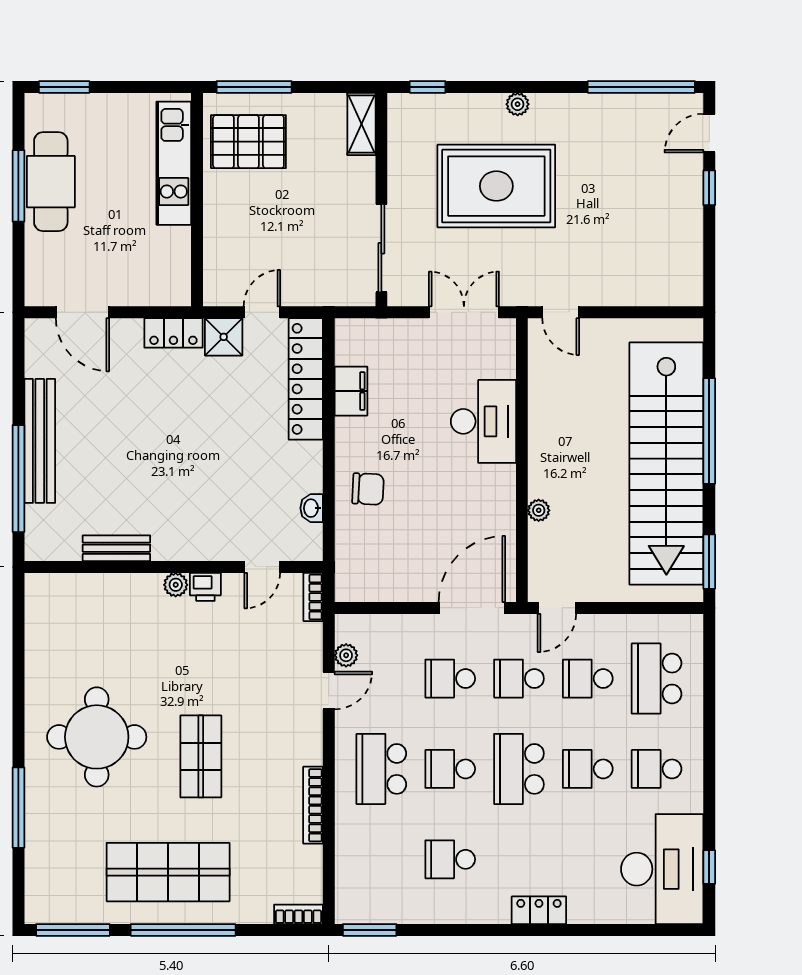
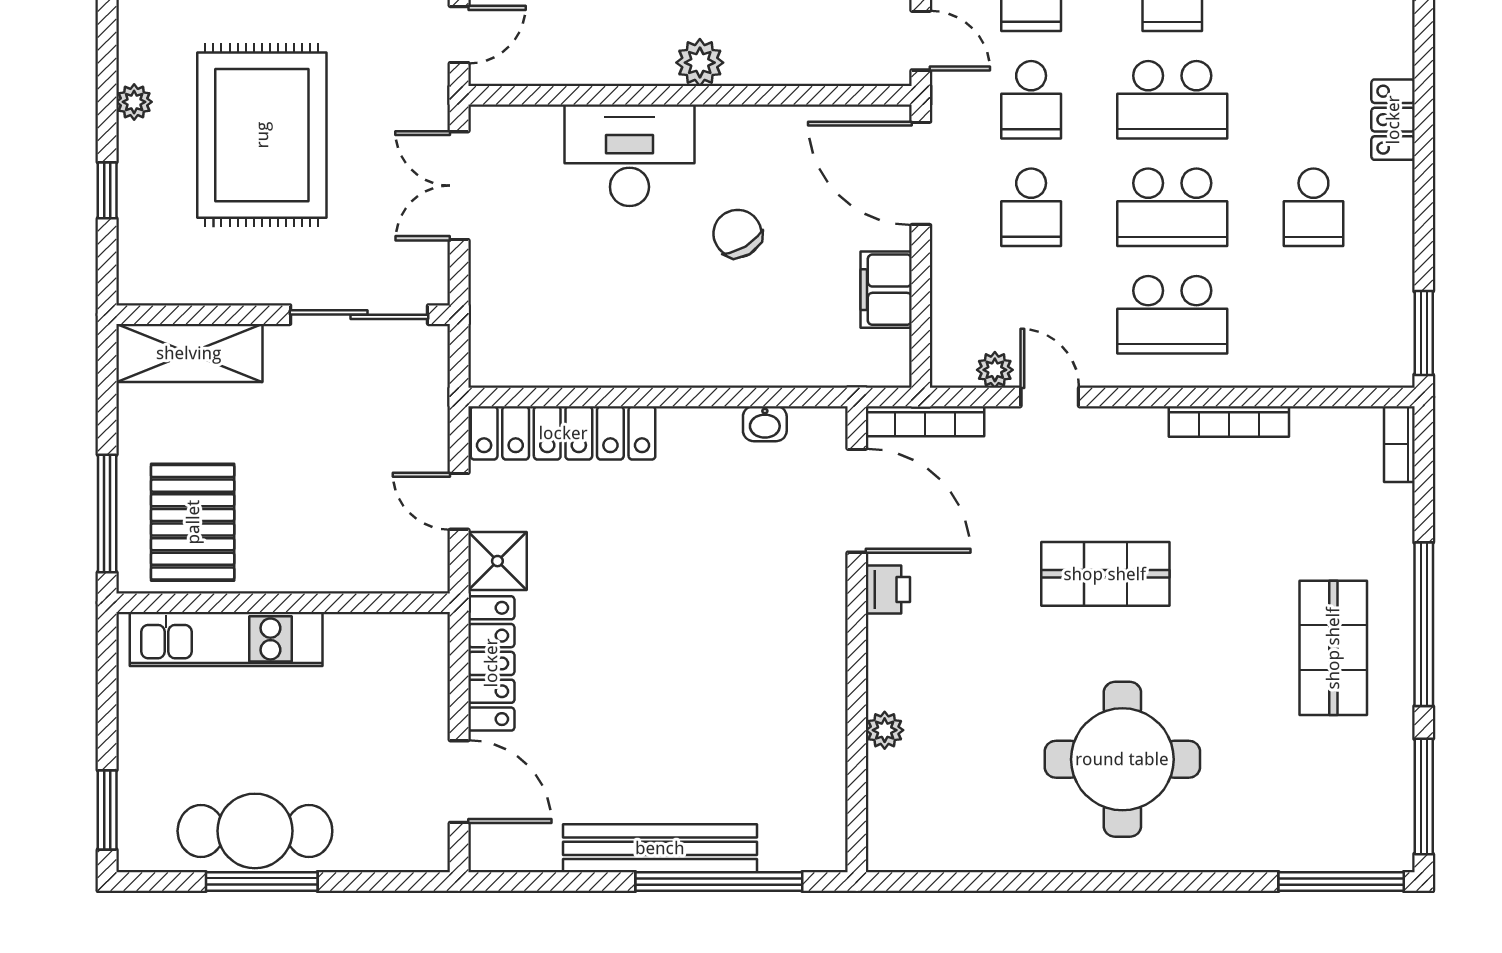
window: (428, 87) -> (107, 190), moved
shelving: (361, 124) -> (189, 353), width x1.50, depth x1.33
door: (82, 312) -> (459, 782), hinge flipped
locker: (173, 333) -> (491, 663), width x1.53
filing cabinet: (351, 391) -> (886, 290), moved, turned -90
chair: (368, 489) -> (737, 234), moved, turned -34
plant: (539, 510) -> (700, 63), moved, width x1.38, depth x1.38
bench: (116, 548) -> (828, 728), removed
door: (262, 567) -> (857, 501), width x1.88
plant: (176, 585) -> (885, 730), moved
bookcase: (313, 597) -> (925, 421), width x1.56
shop shelf: (201, 756) -> (1105, 574), moved
school desk: (450, 769) -> (1172, 207), width x1.85
window: (18, 808) -> (1341, 882), moved
shop shelf: (168, 872) -> (1333, 648), width x0.70, depth x0.74
locker: (539, 910) -> (1393, 120), moved

